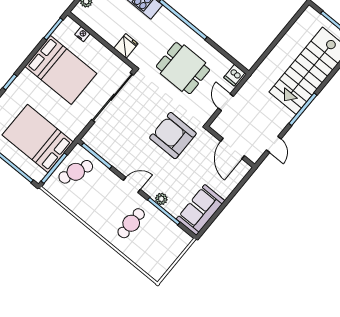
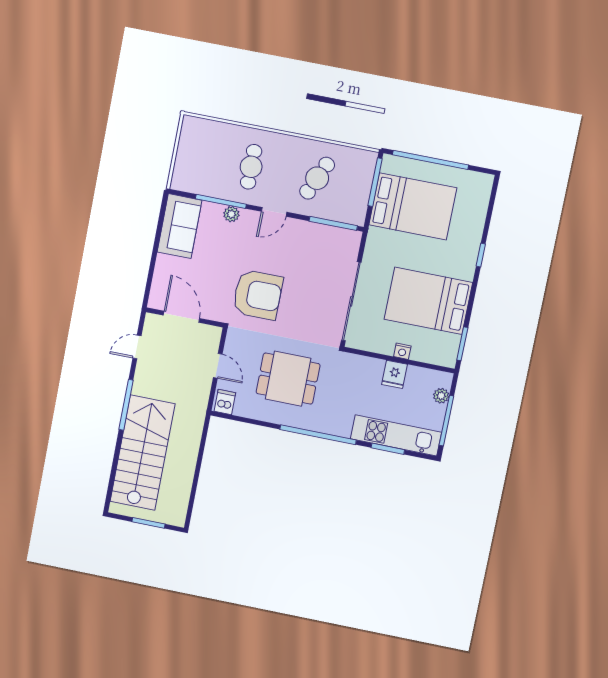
nightstand: (82, 34) -> (402, 351), moved
fridge: (126, 46) -> (394, 374), moved
door: (274, 144) -> (137, 347), hinge flipped
cafe table: (76, 172) -> (317, 178), moved

